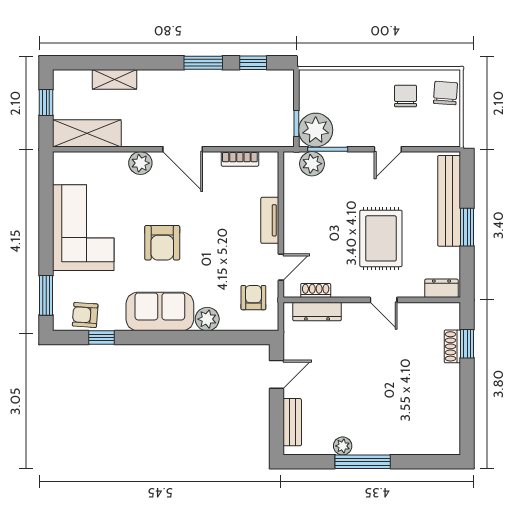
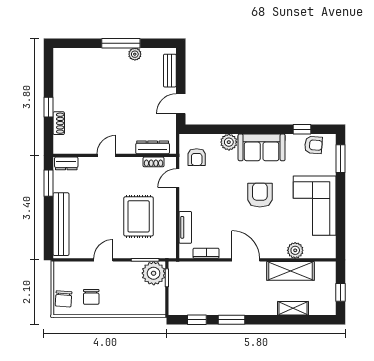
shelving: (87, 133) -> (291, 271), moved
plant: (140, 163) -> (295, 250), moved
plant: (312, 164) -> (156, 250), removed
tv unit: (270, 220) -> (185, 227), moved
window: (467, 227) -> (49, 183), moved
rug: (381, 238) -> (139, 216), moved
door: (384, 300) -> (106, 155), hinge flipped
window: (467, 344) -> (49, 107), moved

